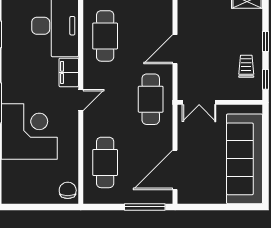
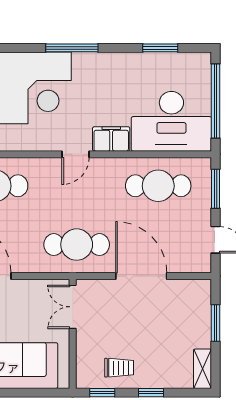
door: (175, 49) -> (141, 276), width x1.36
door: (81, 100) -> (75, 154), hinge flipped

